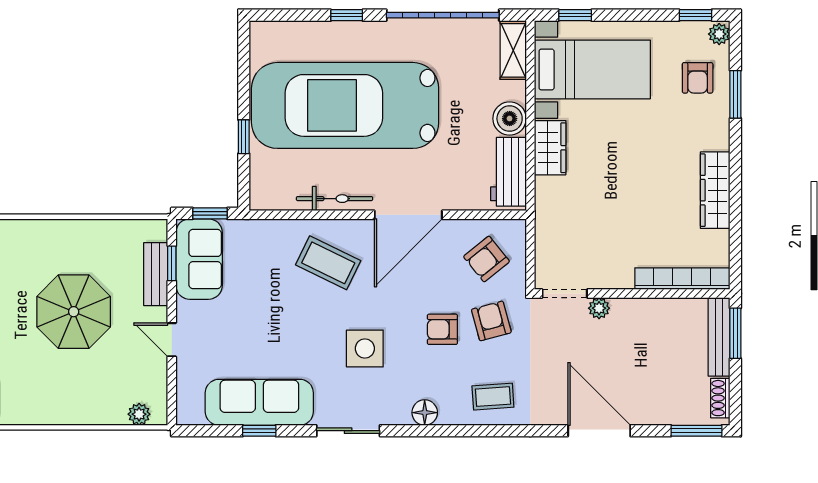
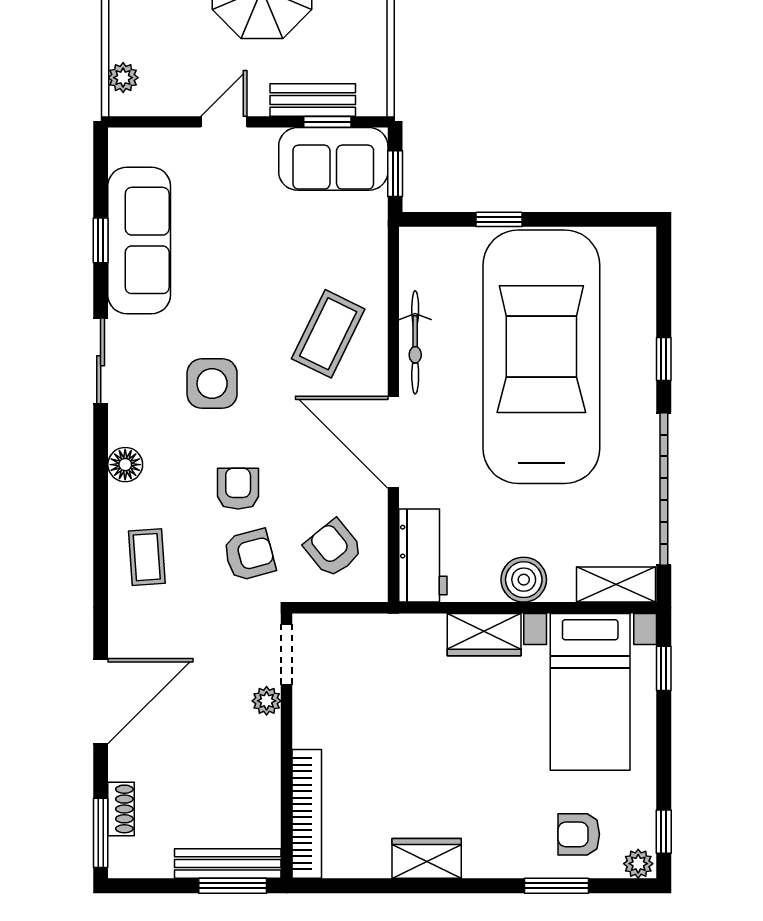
workbench: (508, 172) -> (423, 556), moved, turned 90
wardrobe: (715, 190) -> (427, 858), width x0.67
shoe rack: (720, 398) -> (121, 809), moved, turned 90

